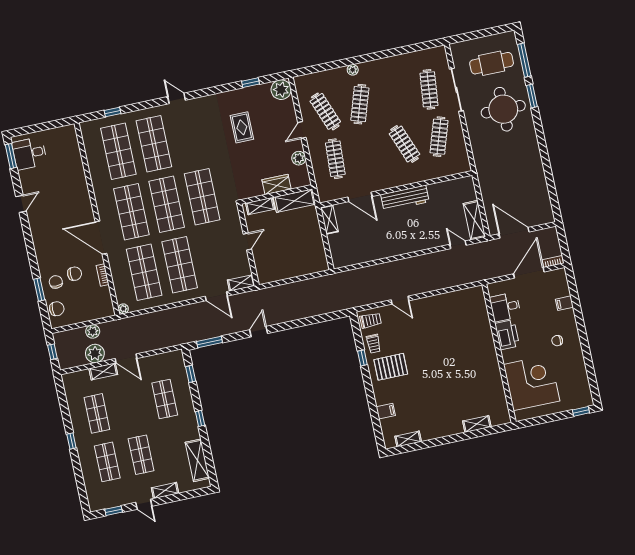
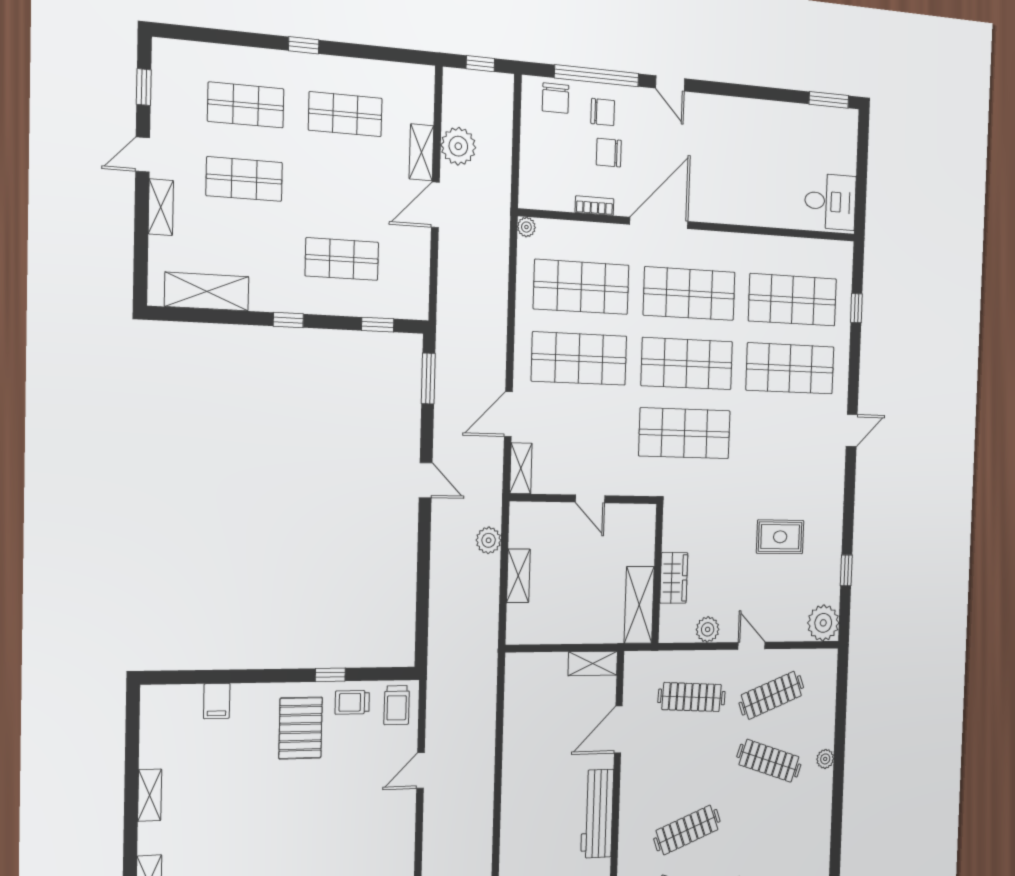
desk: (29, 153) -> (830, 202), moved, turned 90
door: (21, 204) -> (670, 83), moved
shelving: (260, 206) -> (518, 576), moved
chair: (75, 274) -> (609, 153), turned 90
window: (39, 290) -> (597, 76), width x2.11
plant: (93, 331) -> (489, 540), moved
shelving: (408, 439) -> (150, 795), moved

